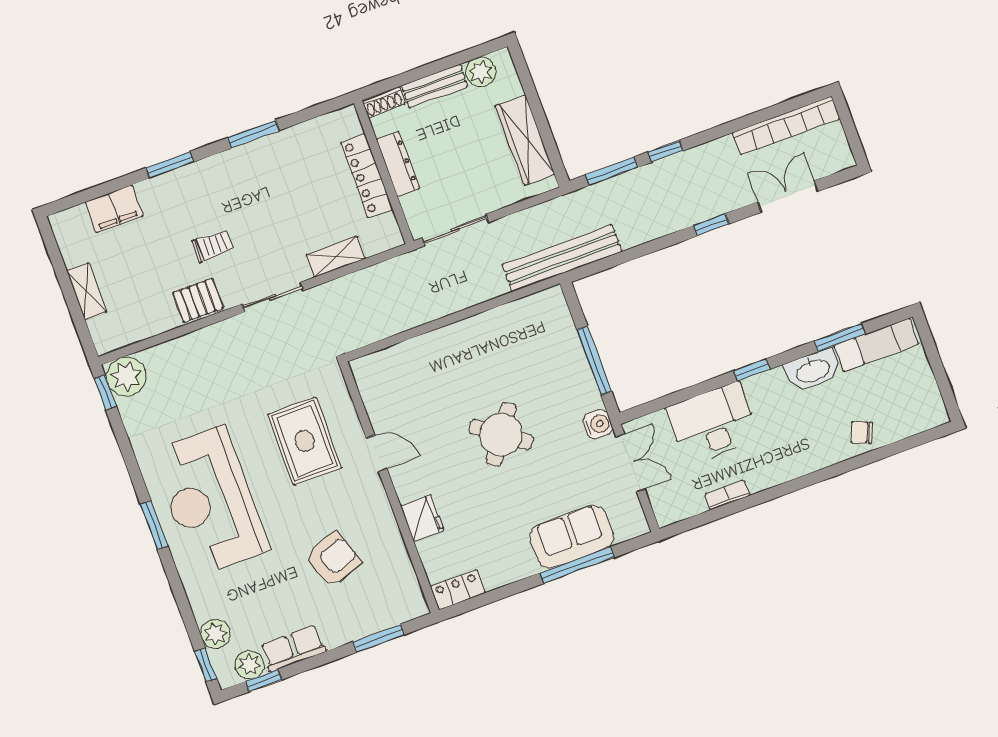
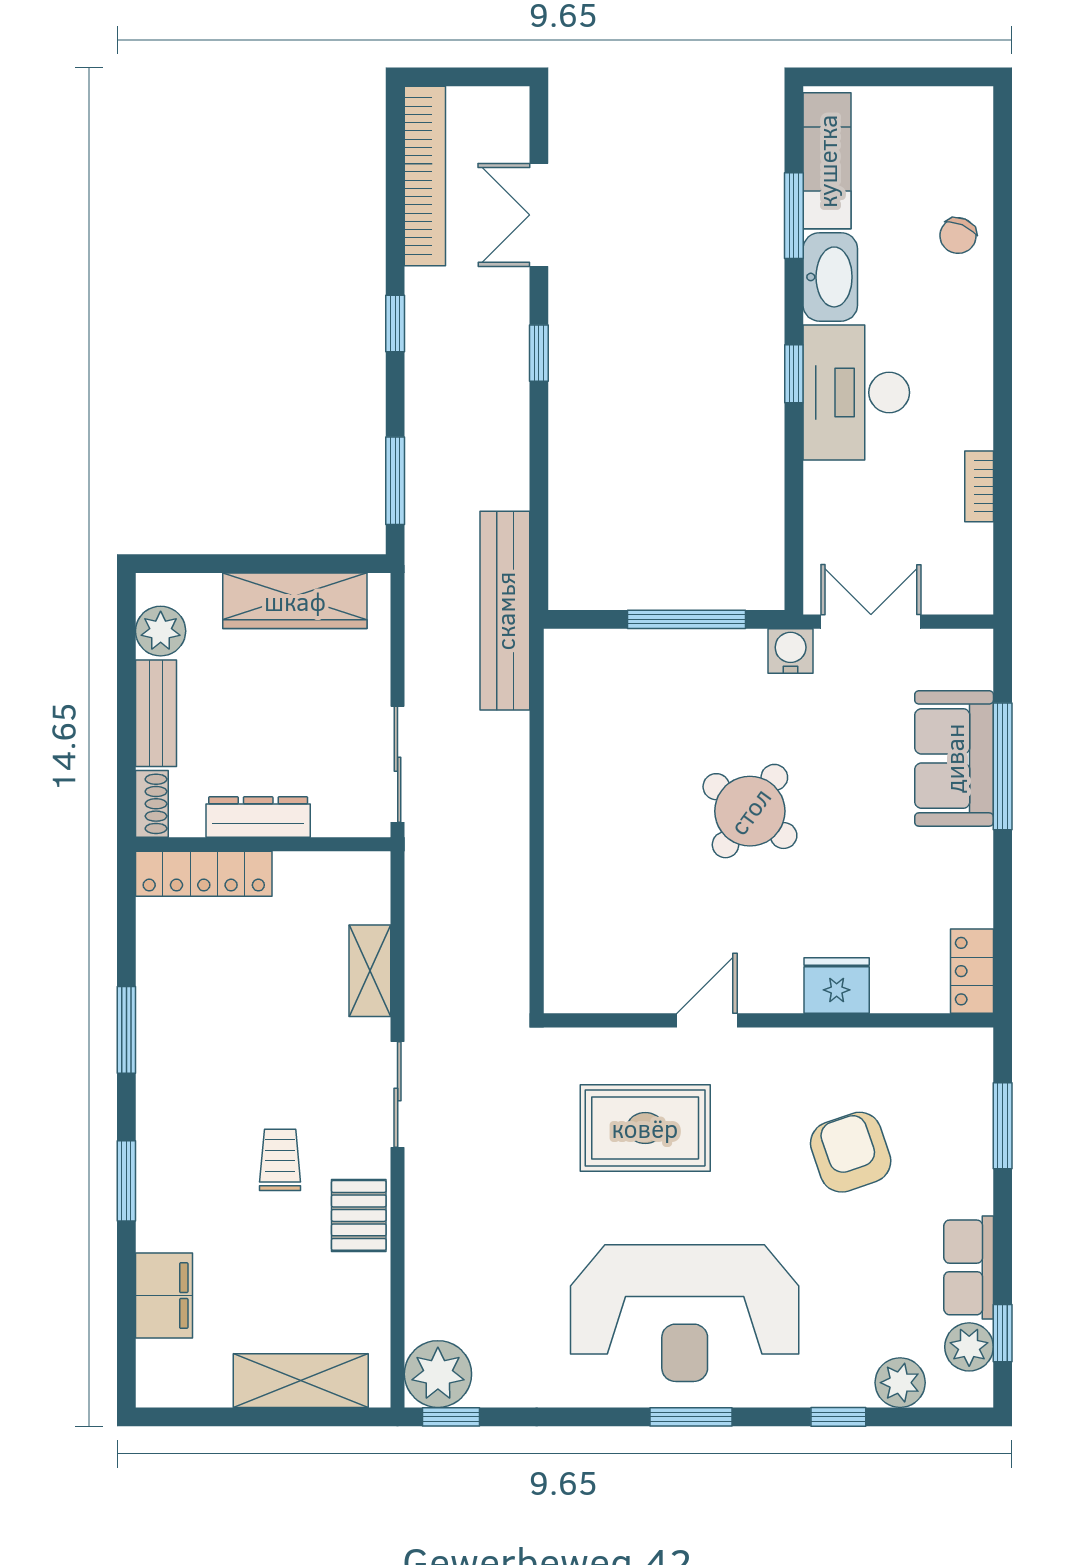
window: (665, 151) -> (395, 324), moved
locker: (367, 176) -> (204, 874), moved
shelving: (87, 291) -> (301, 1381), width x1.50, depth x1.33
desk: (713, 423) -> (856, 393), moved
window: (206, 665) -> (838, 1417), moved

